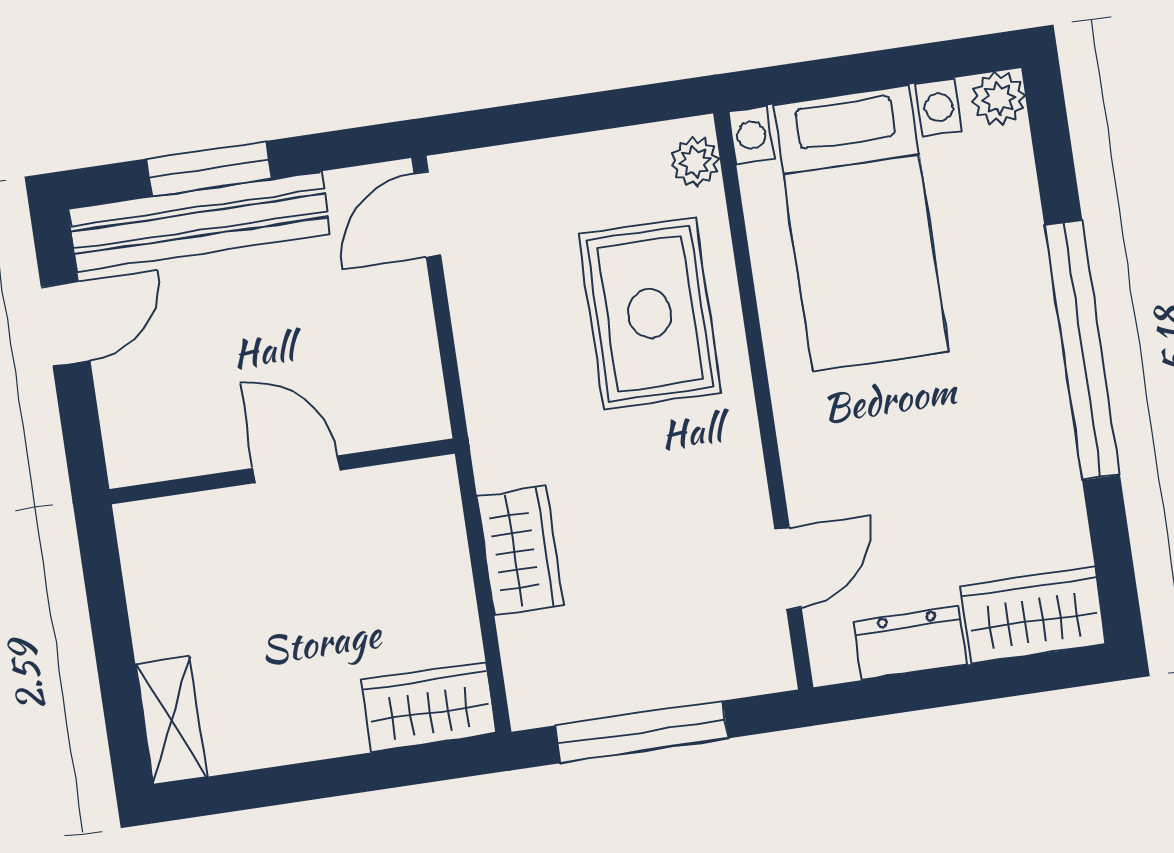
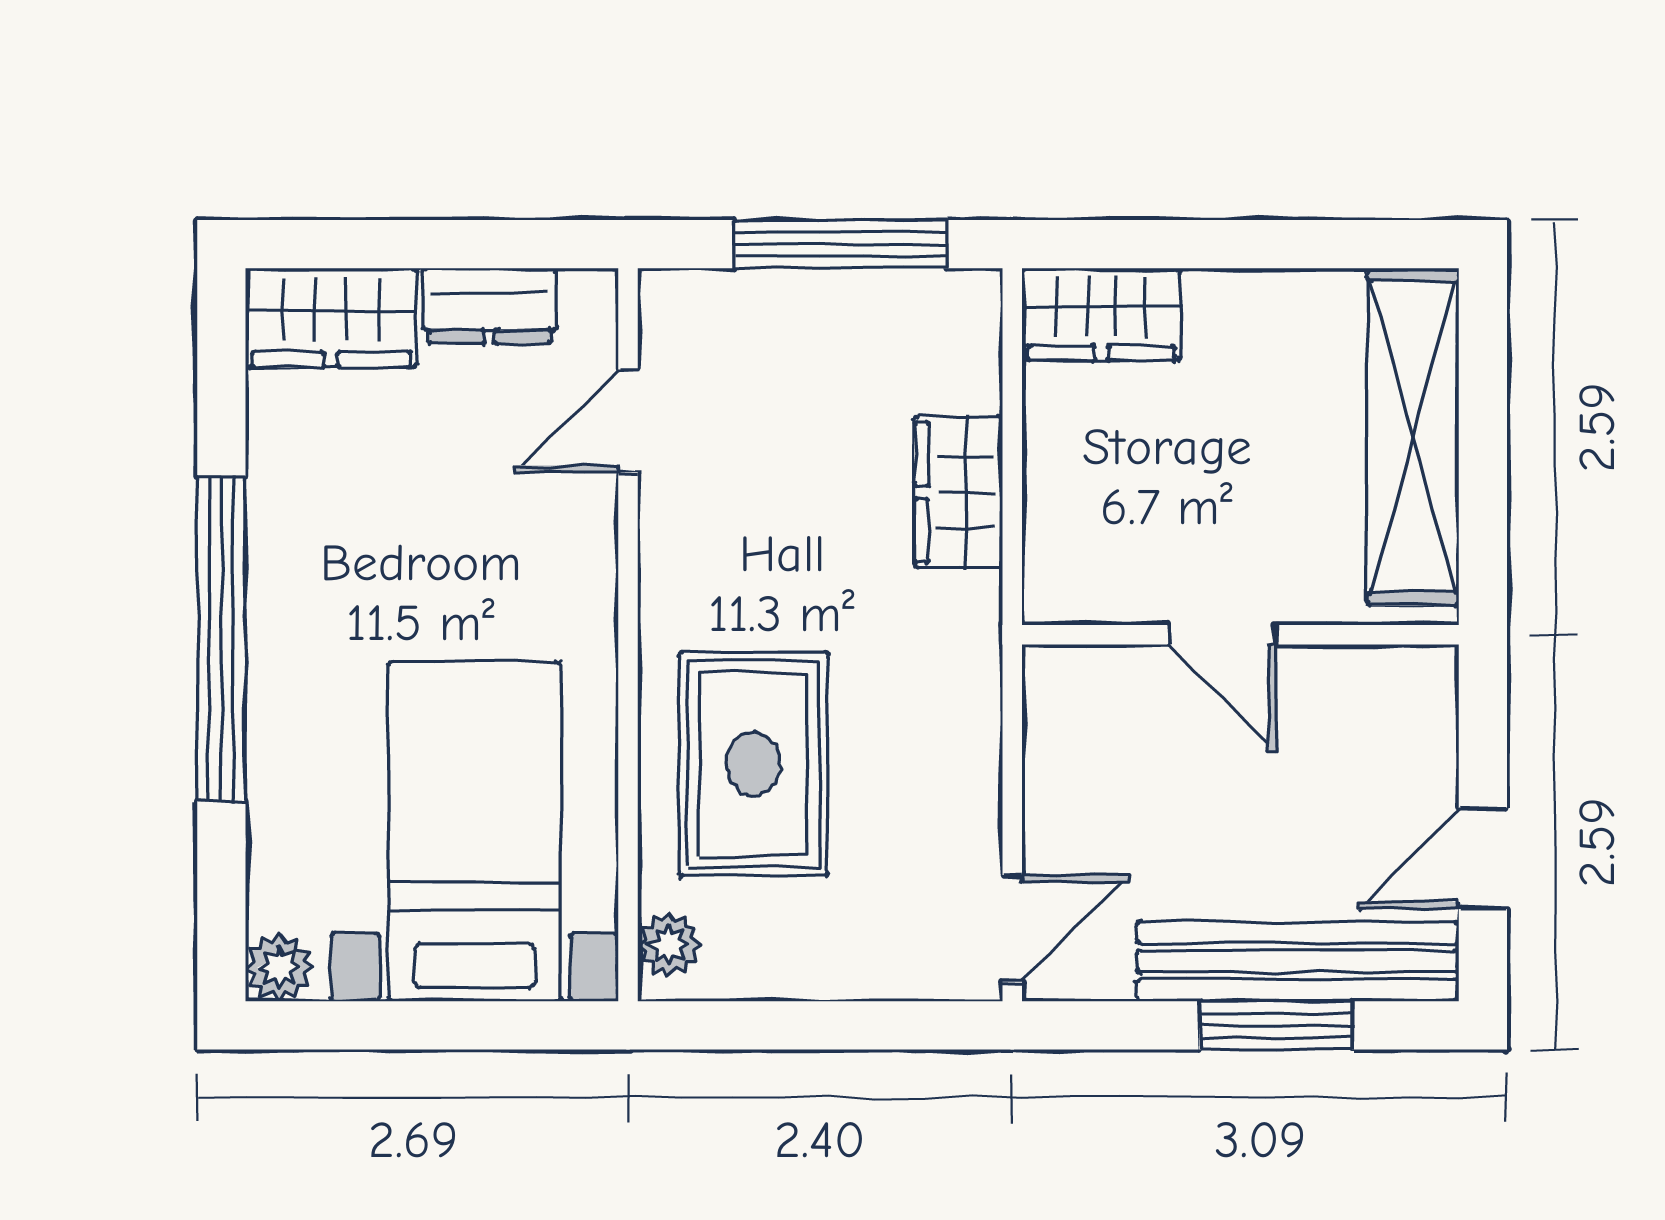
shelving: (171, 721) -> (1413, 437), width x2.20, depth x1.33

